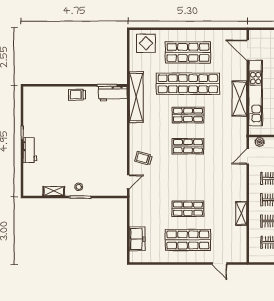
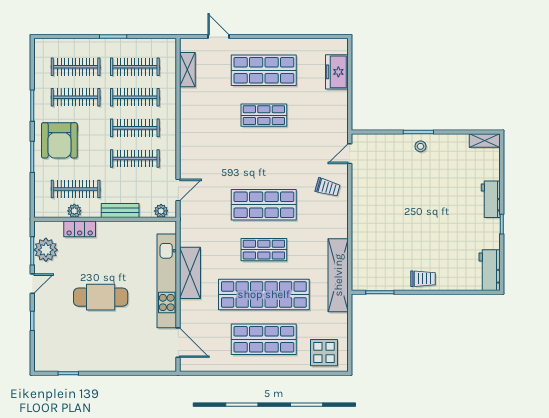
workbench: (113, 94) -> (490, 270), moved, turned -90
shop shelf: (188, 146) -> (264, 205), width x1.43, depth x1.36
shelving: (54, 191) -> (485, 140), moved
shelving: (241, 213) -> (187, 70), moved

